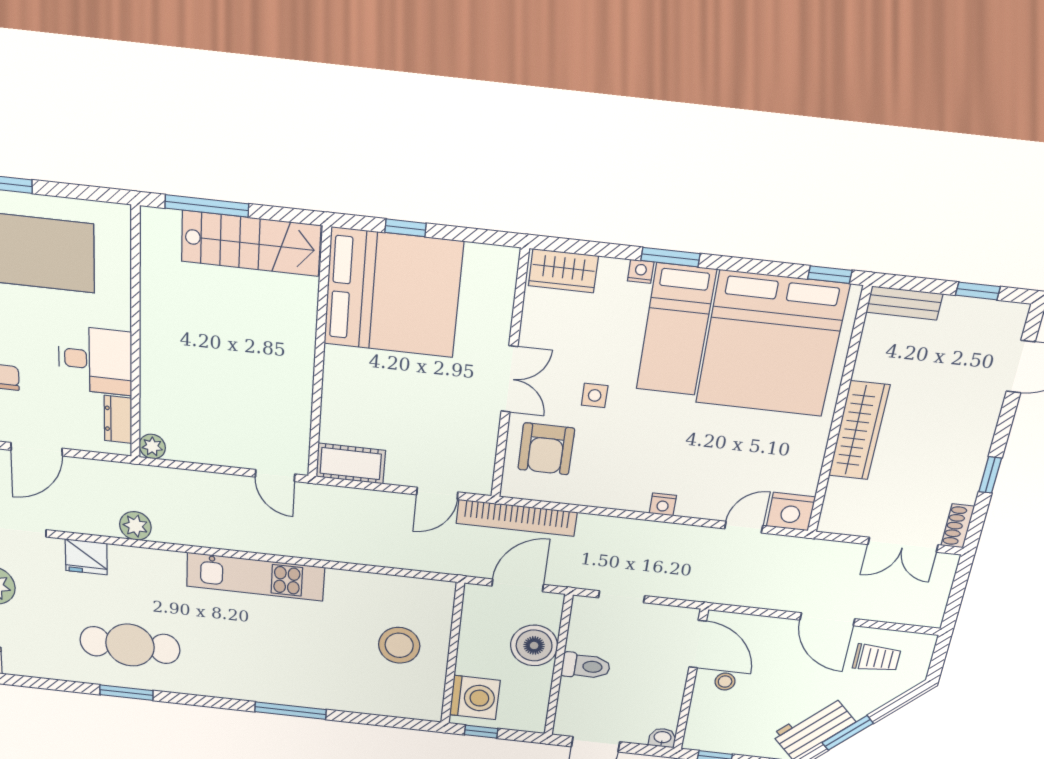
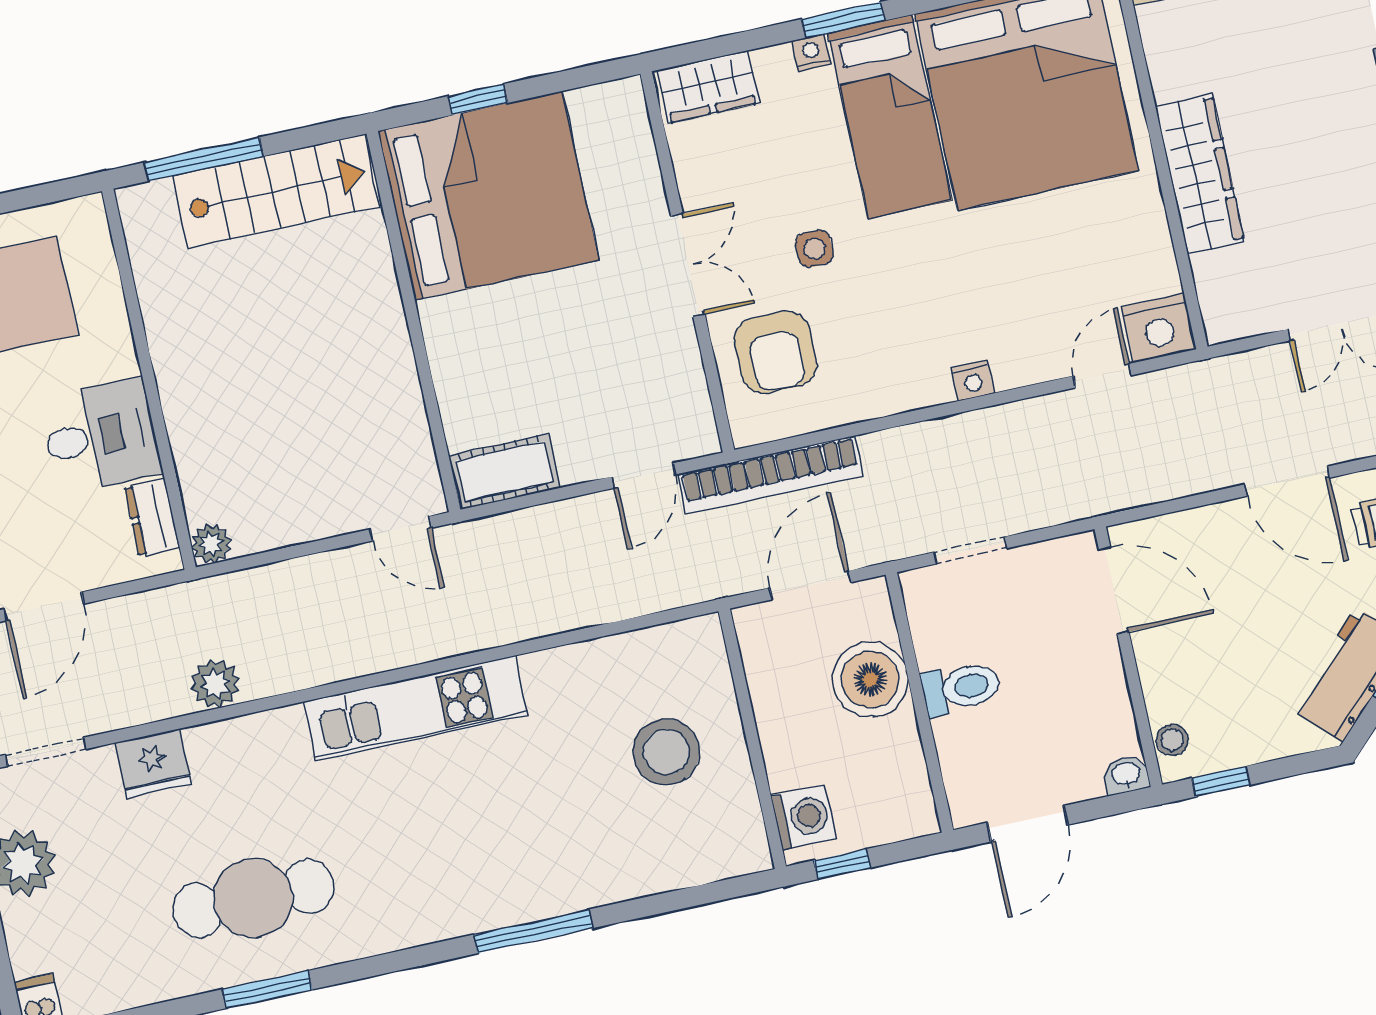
stool: (725, 682) -> (1172, 740), moved
washing machine: (475, 698) -> (804, 817), width x0.73, depth x0.73

